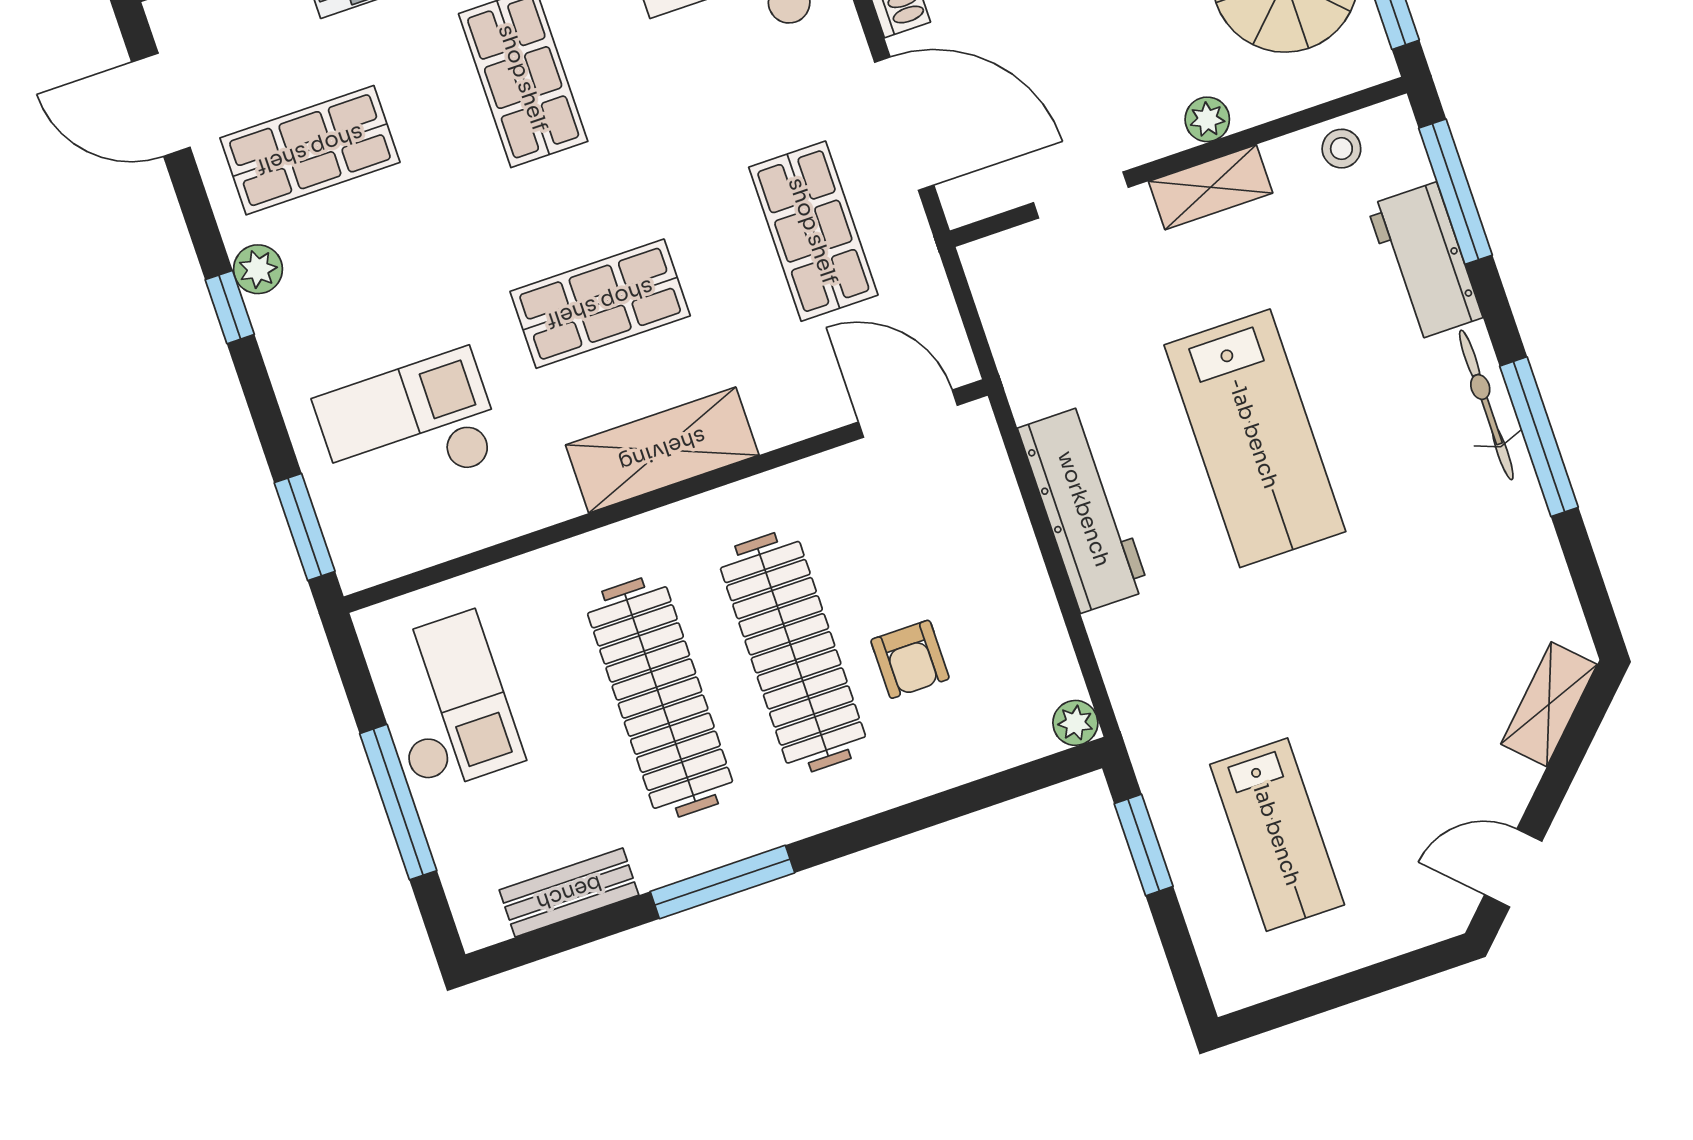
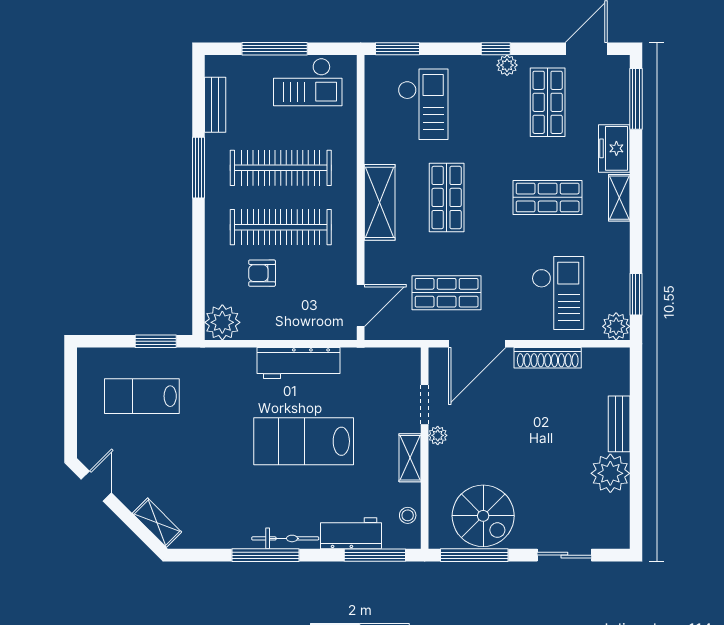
plant: (1207, 119) -> (438, 435), moved
plant: (1075, 723) -> (222, 322), width x1.88, depth x1.88

